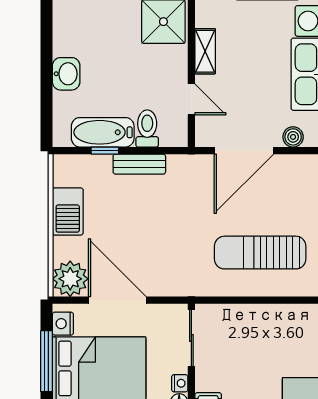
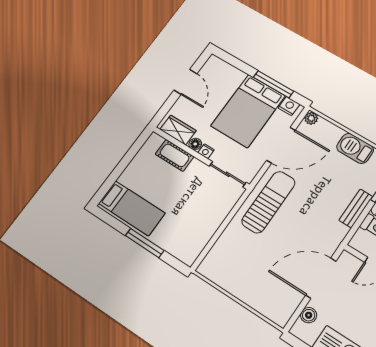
door: (244, 151) -> (321, 278), hinge flipped
sun lounger: (260, 253) -> (268, 202), moved
plant: (70, 279) -> (311, 118), width x0.53, depth x0.53

